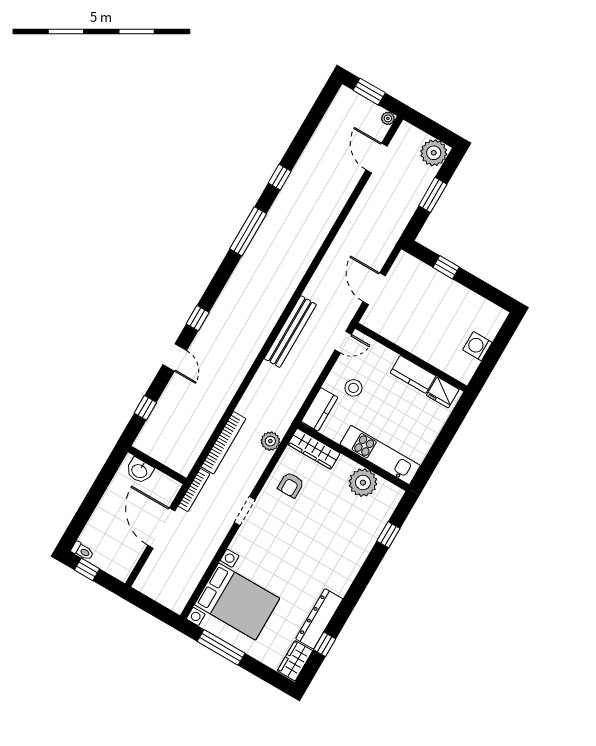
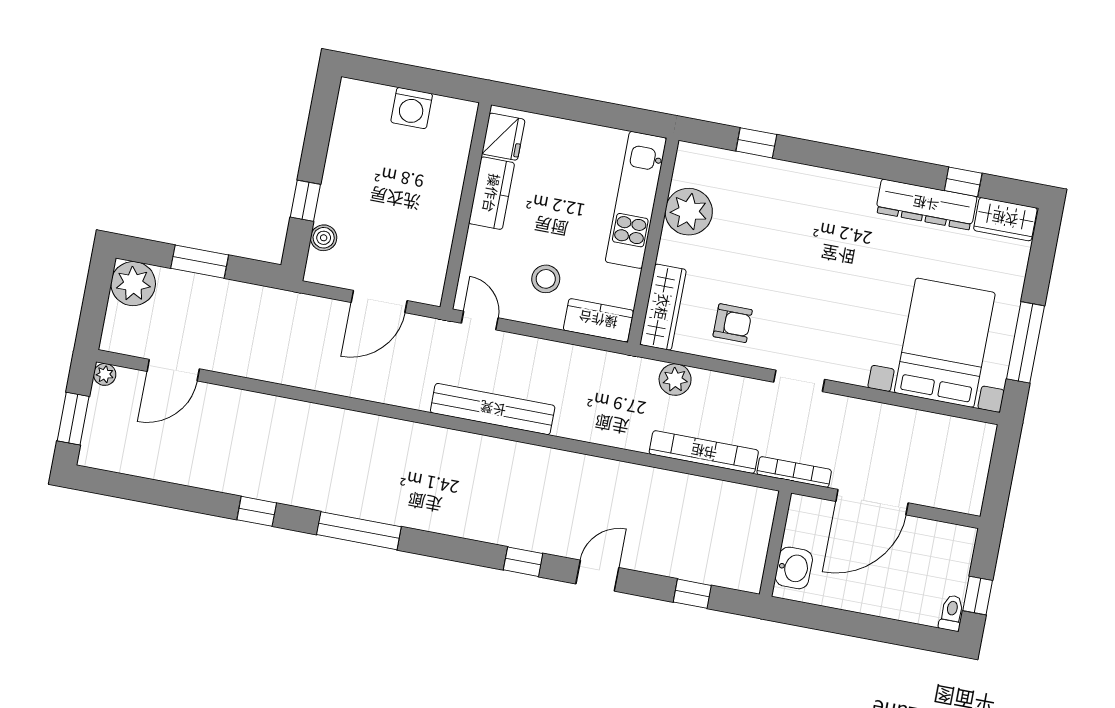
boiler: (421, 270) -> (324, 238), added

